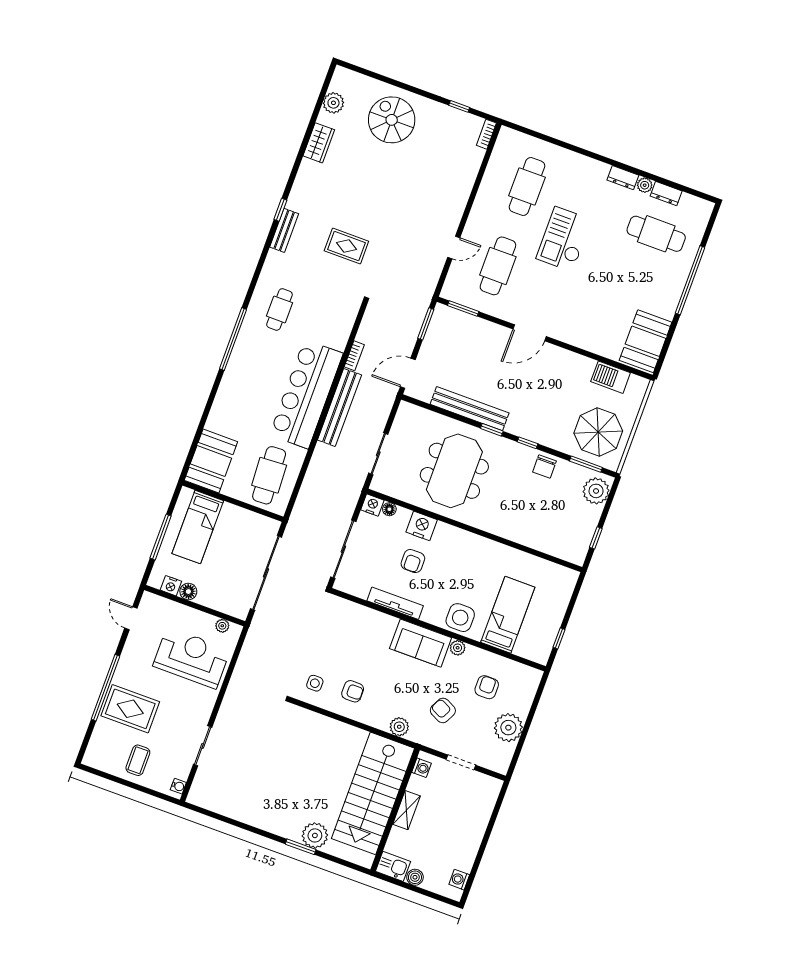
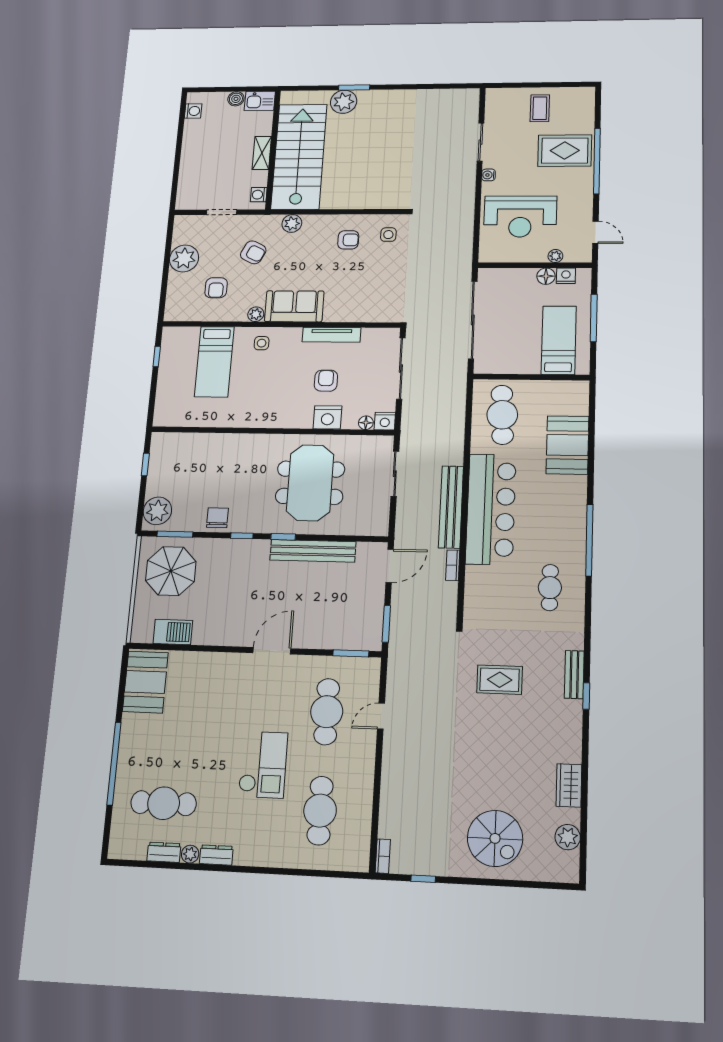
booth: (211, 461) -> (567, 445), moved
side table: (460, 618) -> (262, 343), width x0.54, depth x0.54
plant: (222, 626) -> (555, 256), moved
armchair: (353, 691) -> (348, 240), turned 180
water cooler: (178, 786) -> (488, 175), moved

